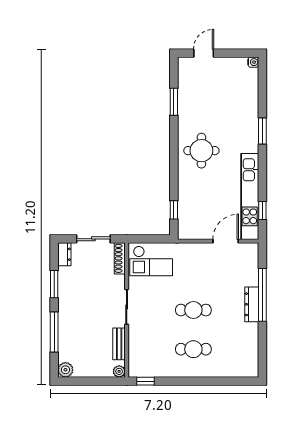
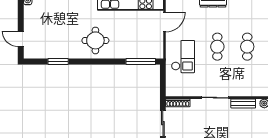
window: (174, 210) -> (141, 62), width x2.17
door: (226, 241) -> (165, 22), swing flipped
checkout: (151, 261) -> (183, 57), moved

